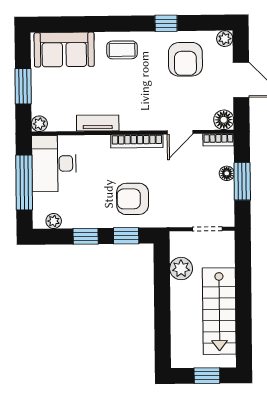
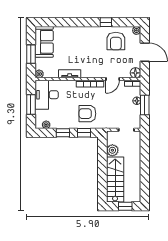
sofa: (64, 50) -> (44, 42), moved, turned -90
coffee table: (122, 50) -> (83, 36), removed
window: (24, 183) -> (31, 104), width x0.69
stairs: (219, 311) -> (115, 180), moved, turned 180

